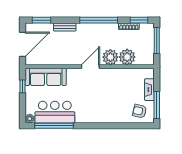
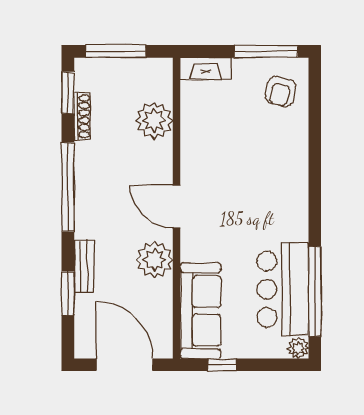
window: (41, 20) -> (68, 293), moved
plant: (110, 57) -> (154, 260), moved
fireplace: (149, 90) -> (206, 68), moved

